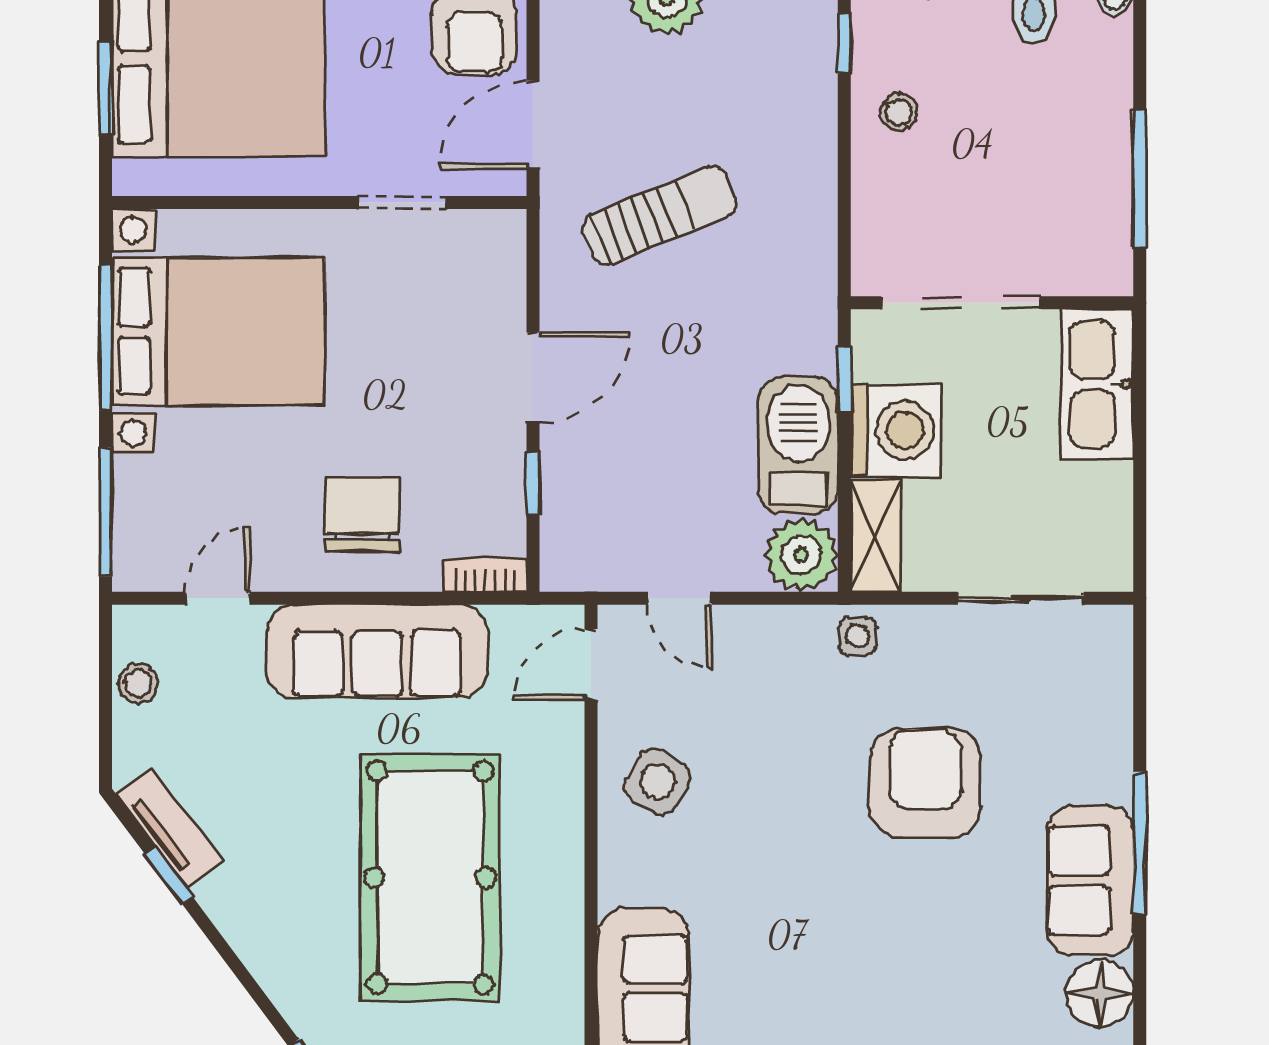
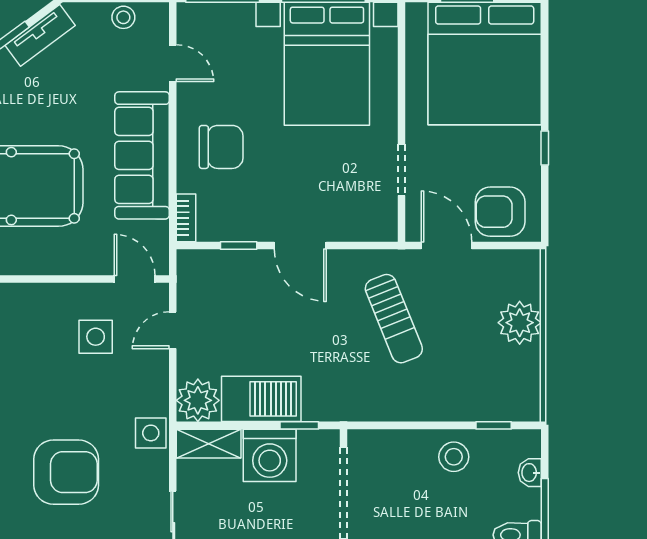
stool: (899, 112) -> (454, 457), width x1.37, depth x1.37
side table: (857, 636) -> (151, 433), width x1.37, depth x1.37
side table: (657, 782) -> (96, 337), moved, turned -30

